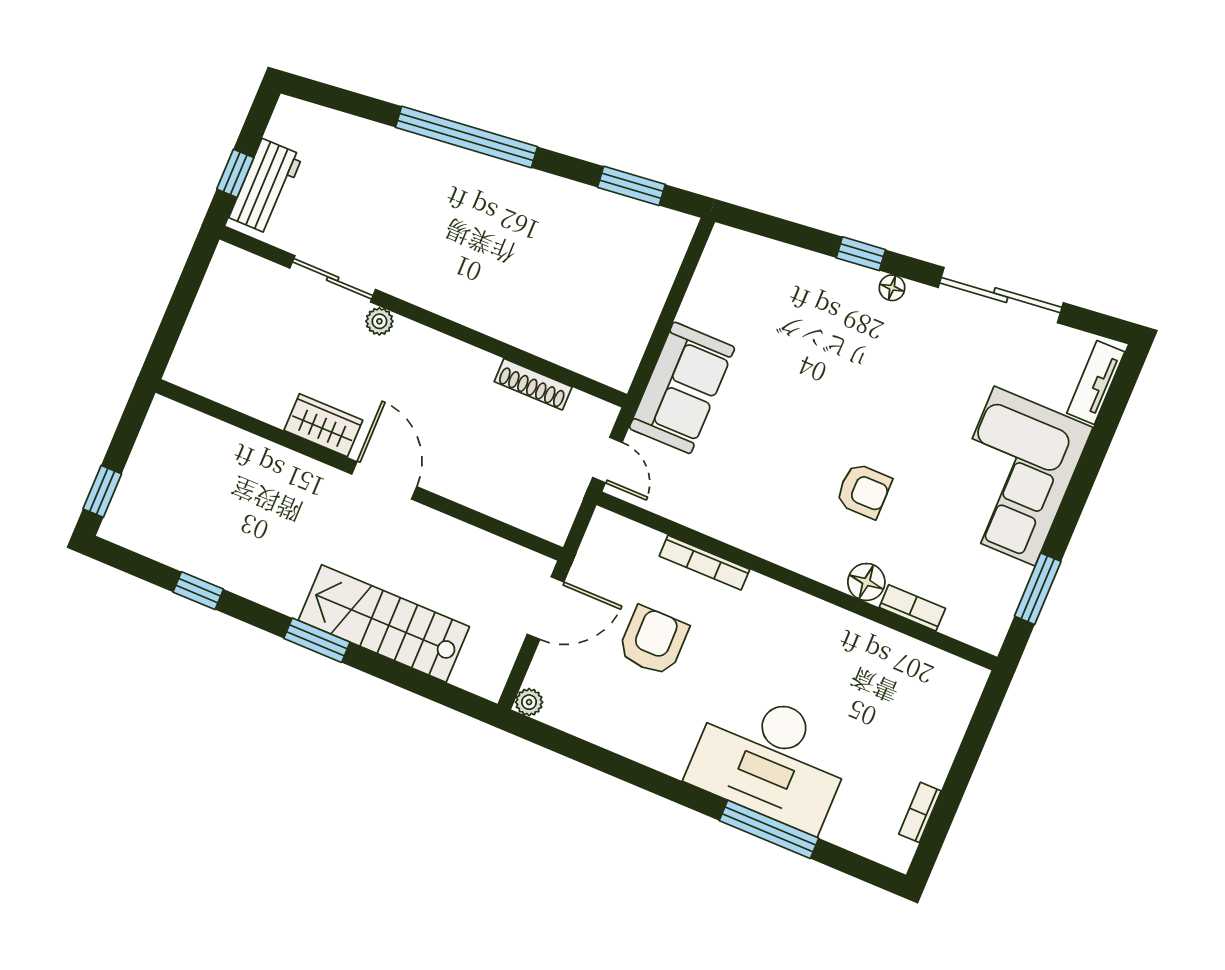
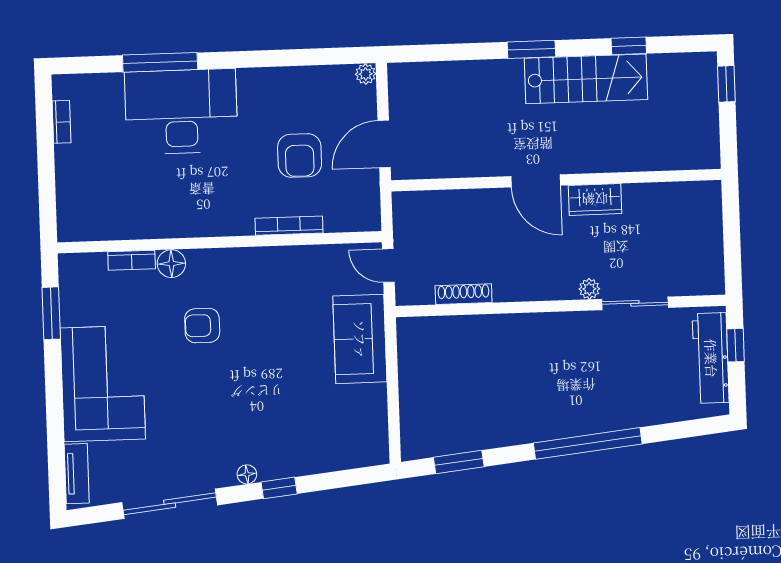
workbench: (266, 186) -> (711, 358), width x1.38
stairs: (384, 623) -> (586, 79), moved

